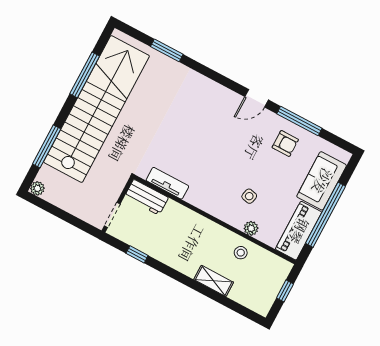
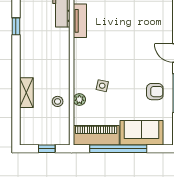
armchair: (285, 144) -> (155, 92), turned -90

